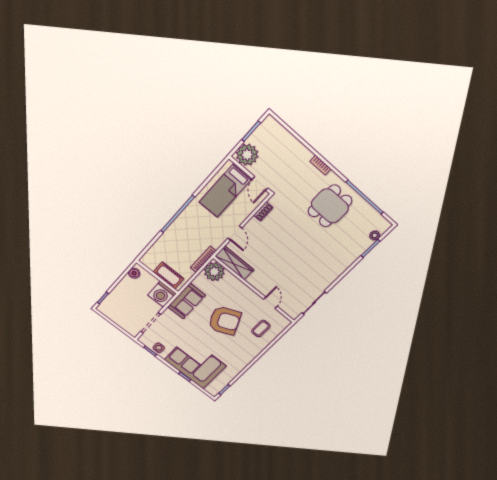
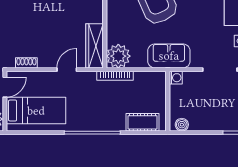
cot: (169, 275) -> (142, 122), moved, turned 90
washing machine: (162, 294) -> (176, 78), width x0.53, depth x0.53

